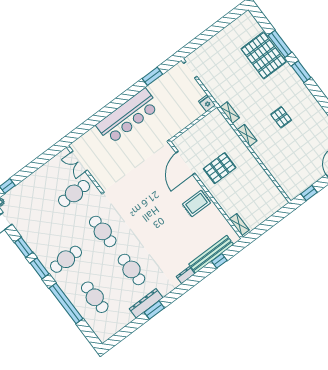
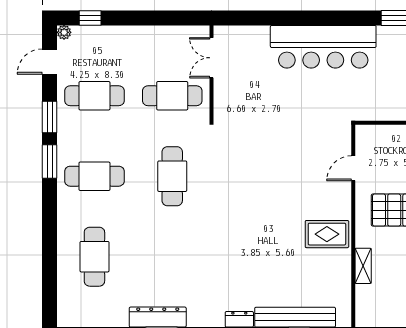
door: (185, 163) -> (353, 168), width x0.53
shelving: (239, 224) -> (363, 266), moved
cafe table: (131, 269) -> (94, 96), moved, turned 90
window: (66, 303) -> (50, 236), removed

